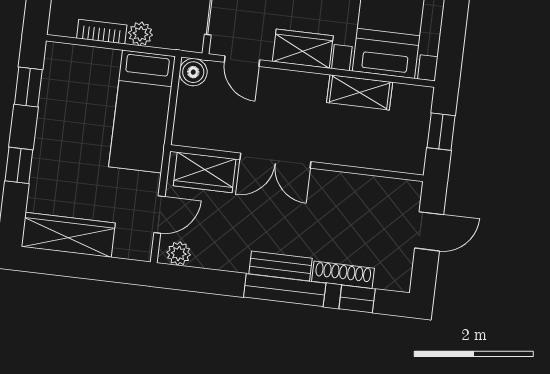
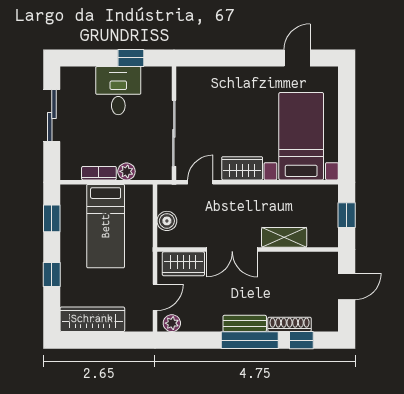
door: (242, 61) -> (200, 182), swing flipped
boiler: (193, 72) -> (167, 221), moved
shelving: (360, 92) -> (284, 237), moved
bed: (142, 111) -> (106, 226), moved

